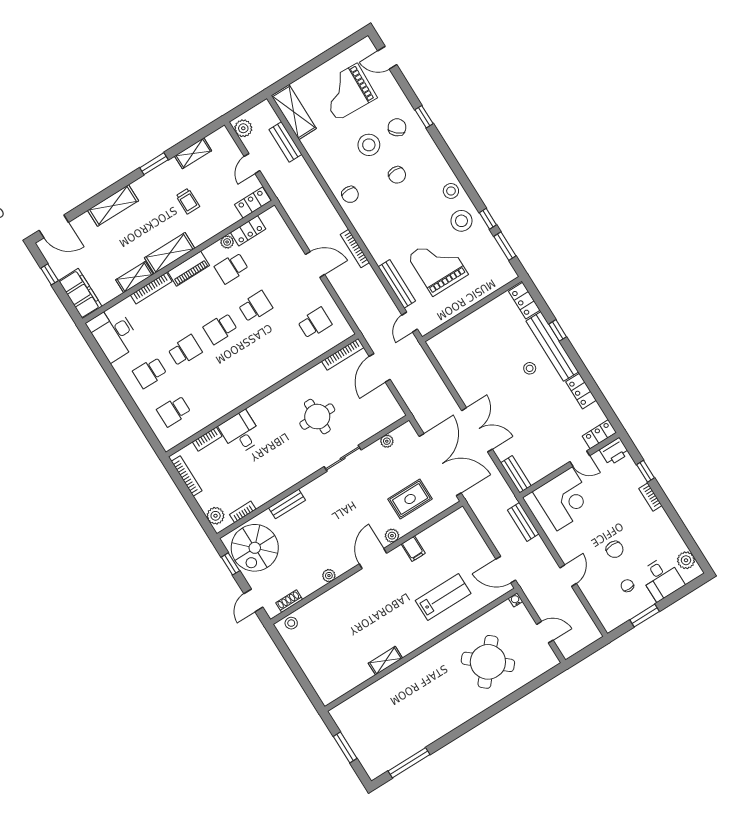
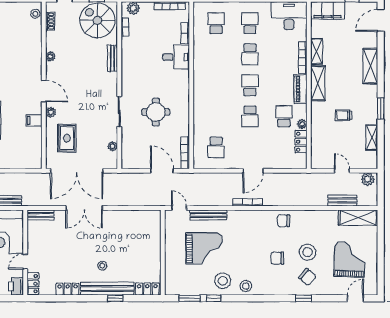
locker: (253, 203) -> (317, 156), removed

